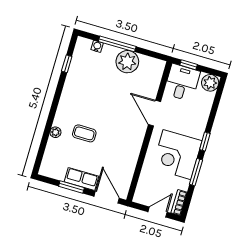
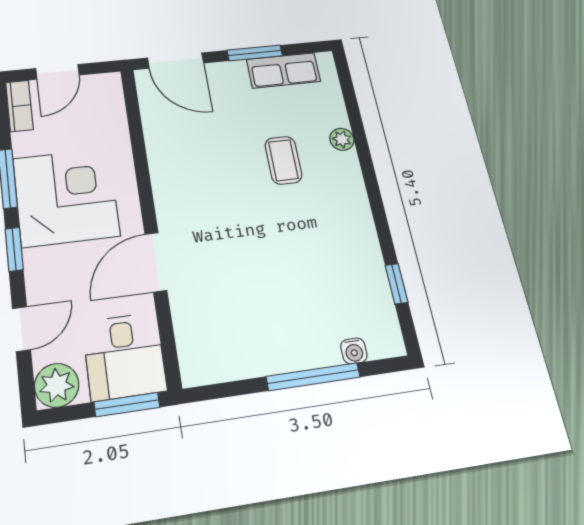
plant: (127, 62) -> (271, 347), removed
window: (189, 65) -> (127, 405), width x1.50
door: (214, 109) -> (21, 329), added
door: (155, 113) -> (156, 262), swing flipped
coffee table: (84, 133) -> (283, 160), turned 90
row of seats: (82, 179) -> (283, 70), moved

